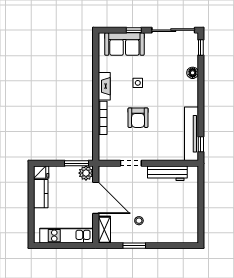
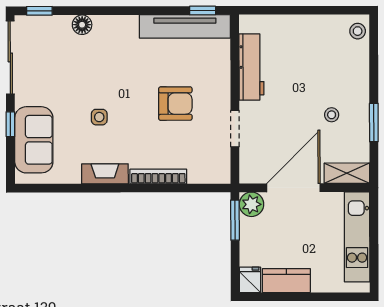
armchair: (138, 118) -> (175, 104), moved
stool: (189, 236) -> (358, 31), added

